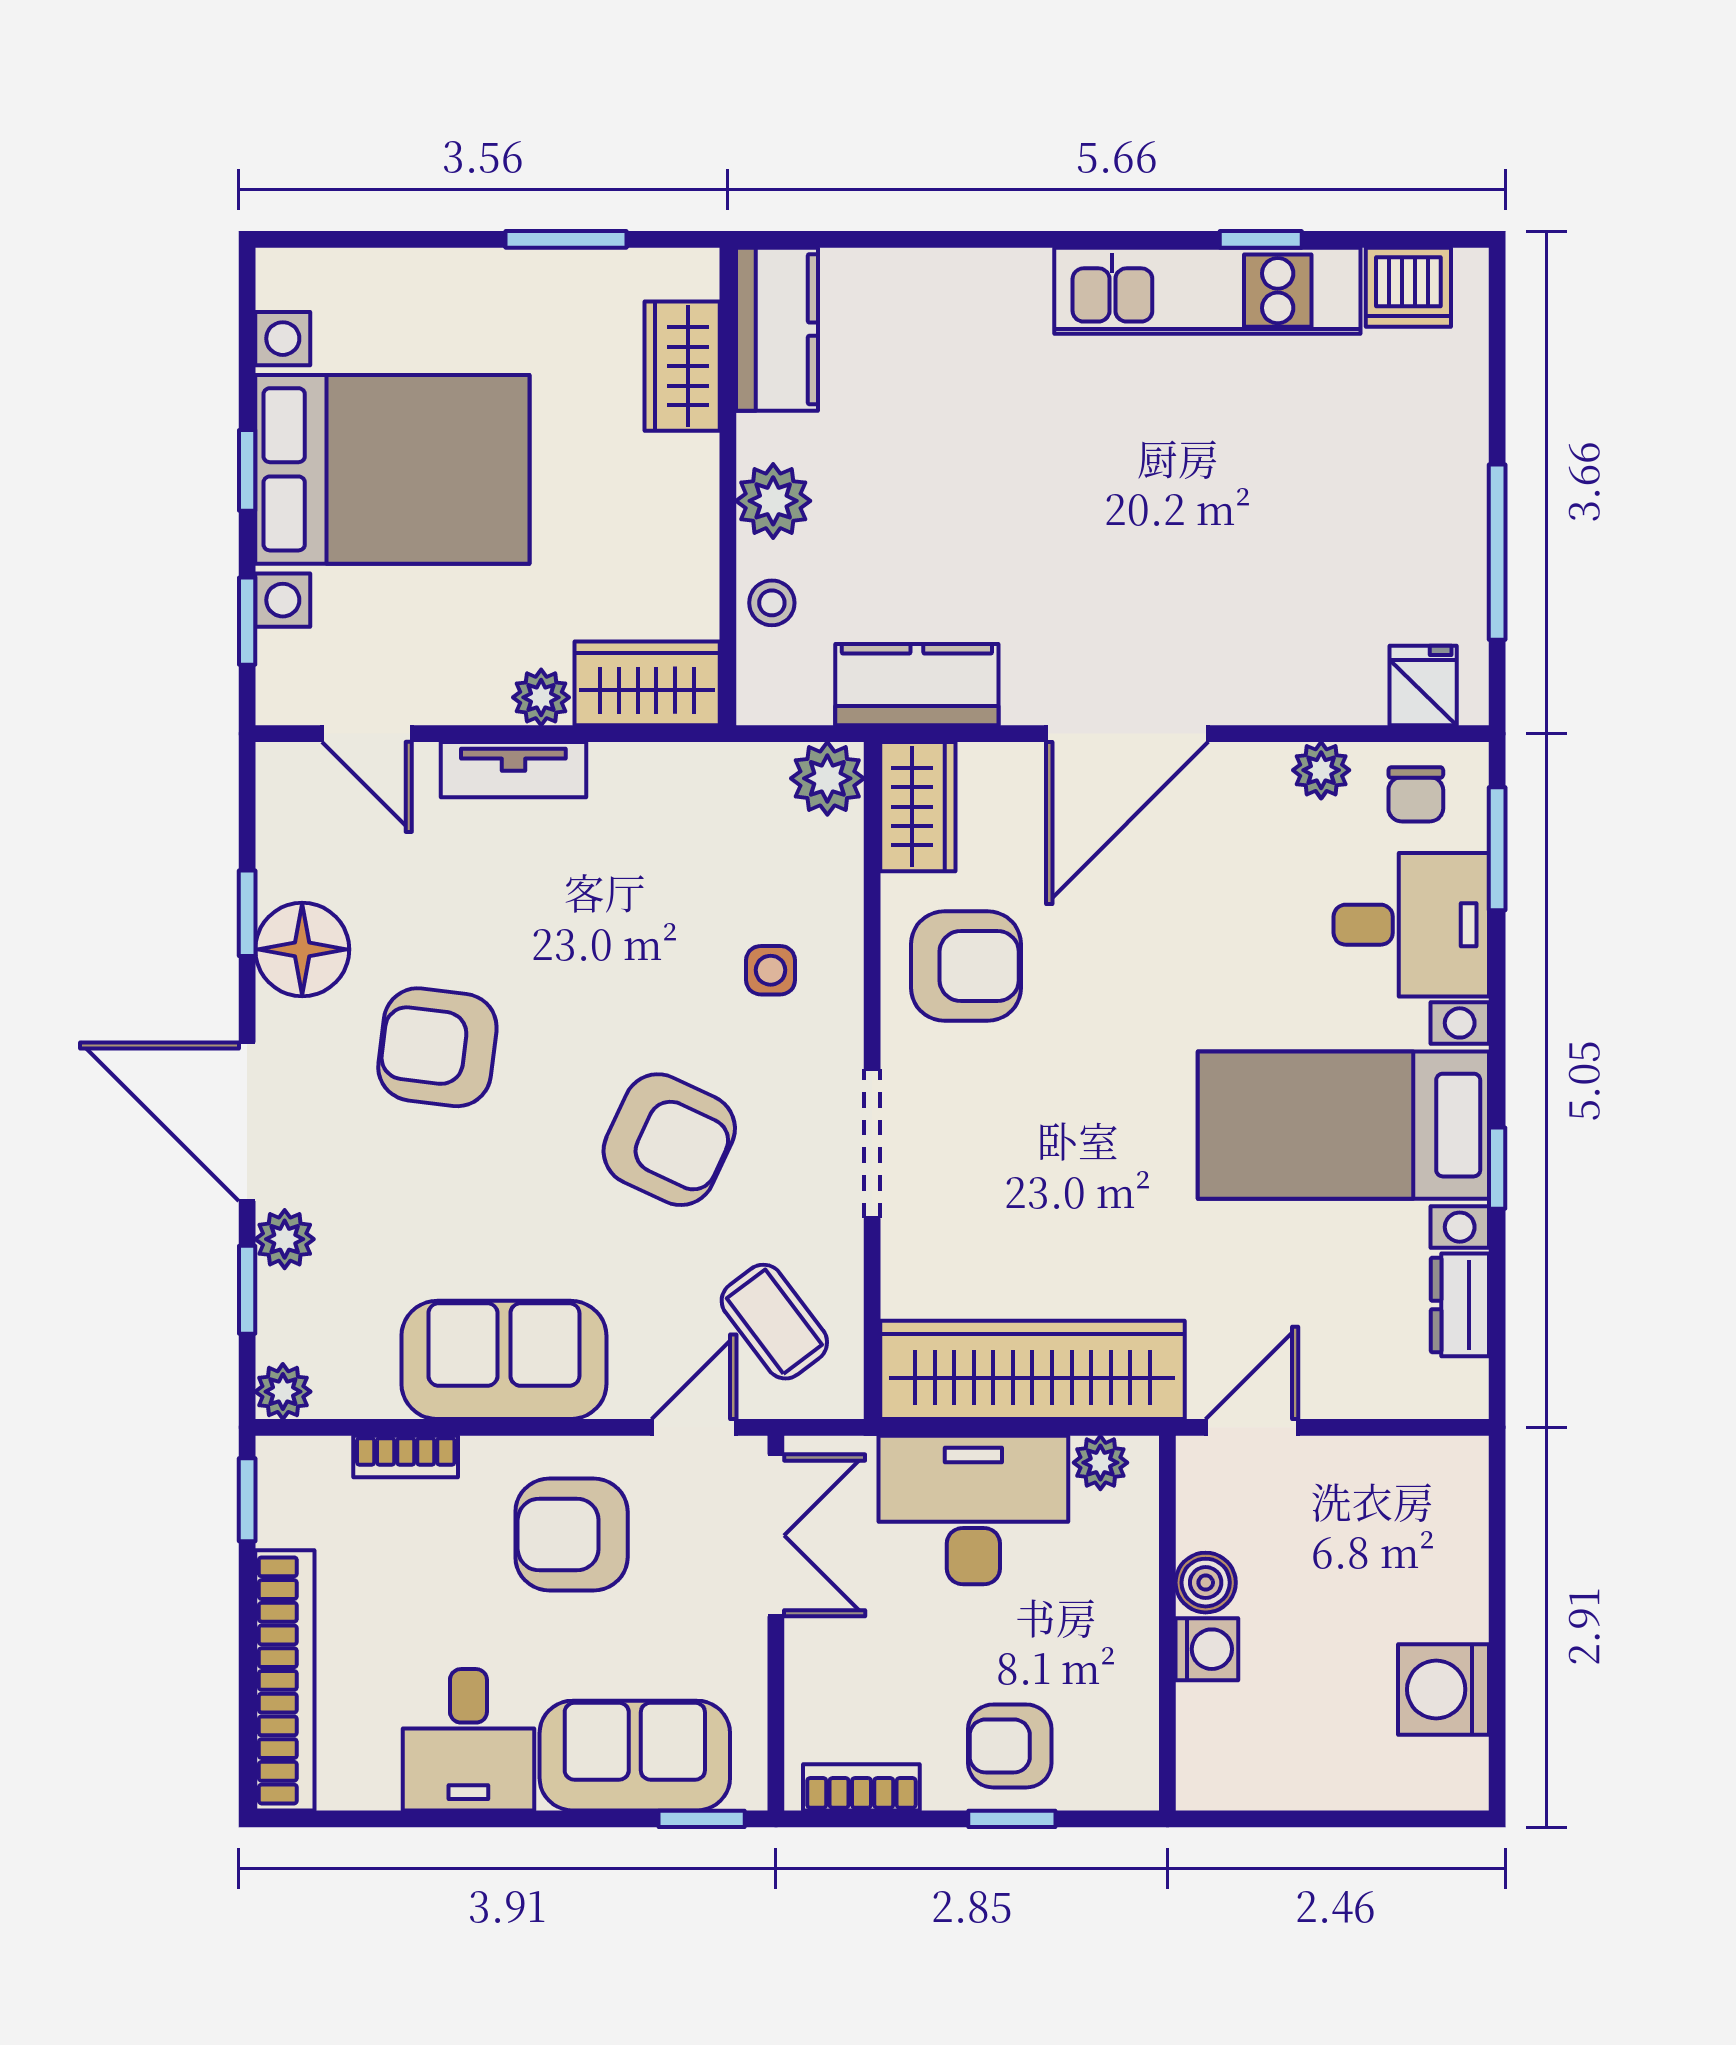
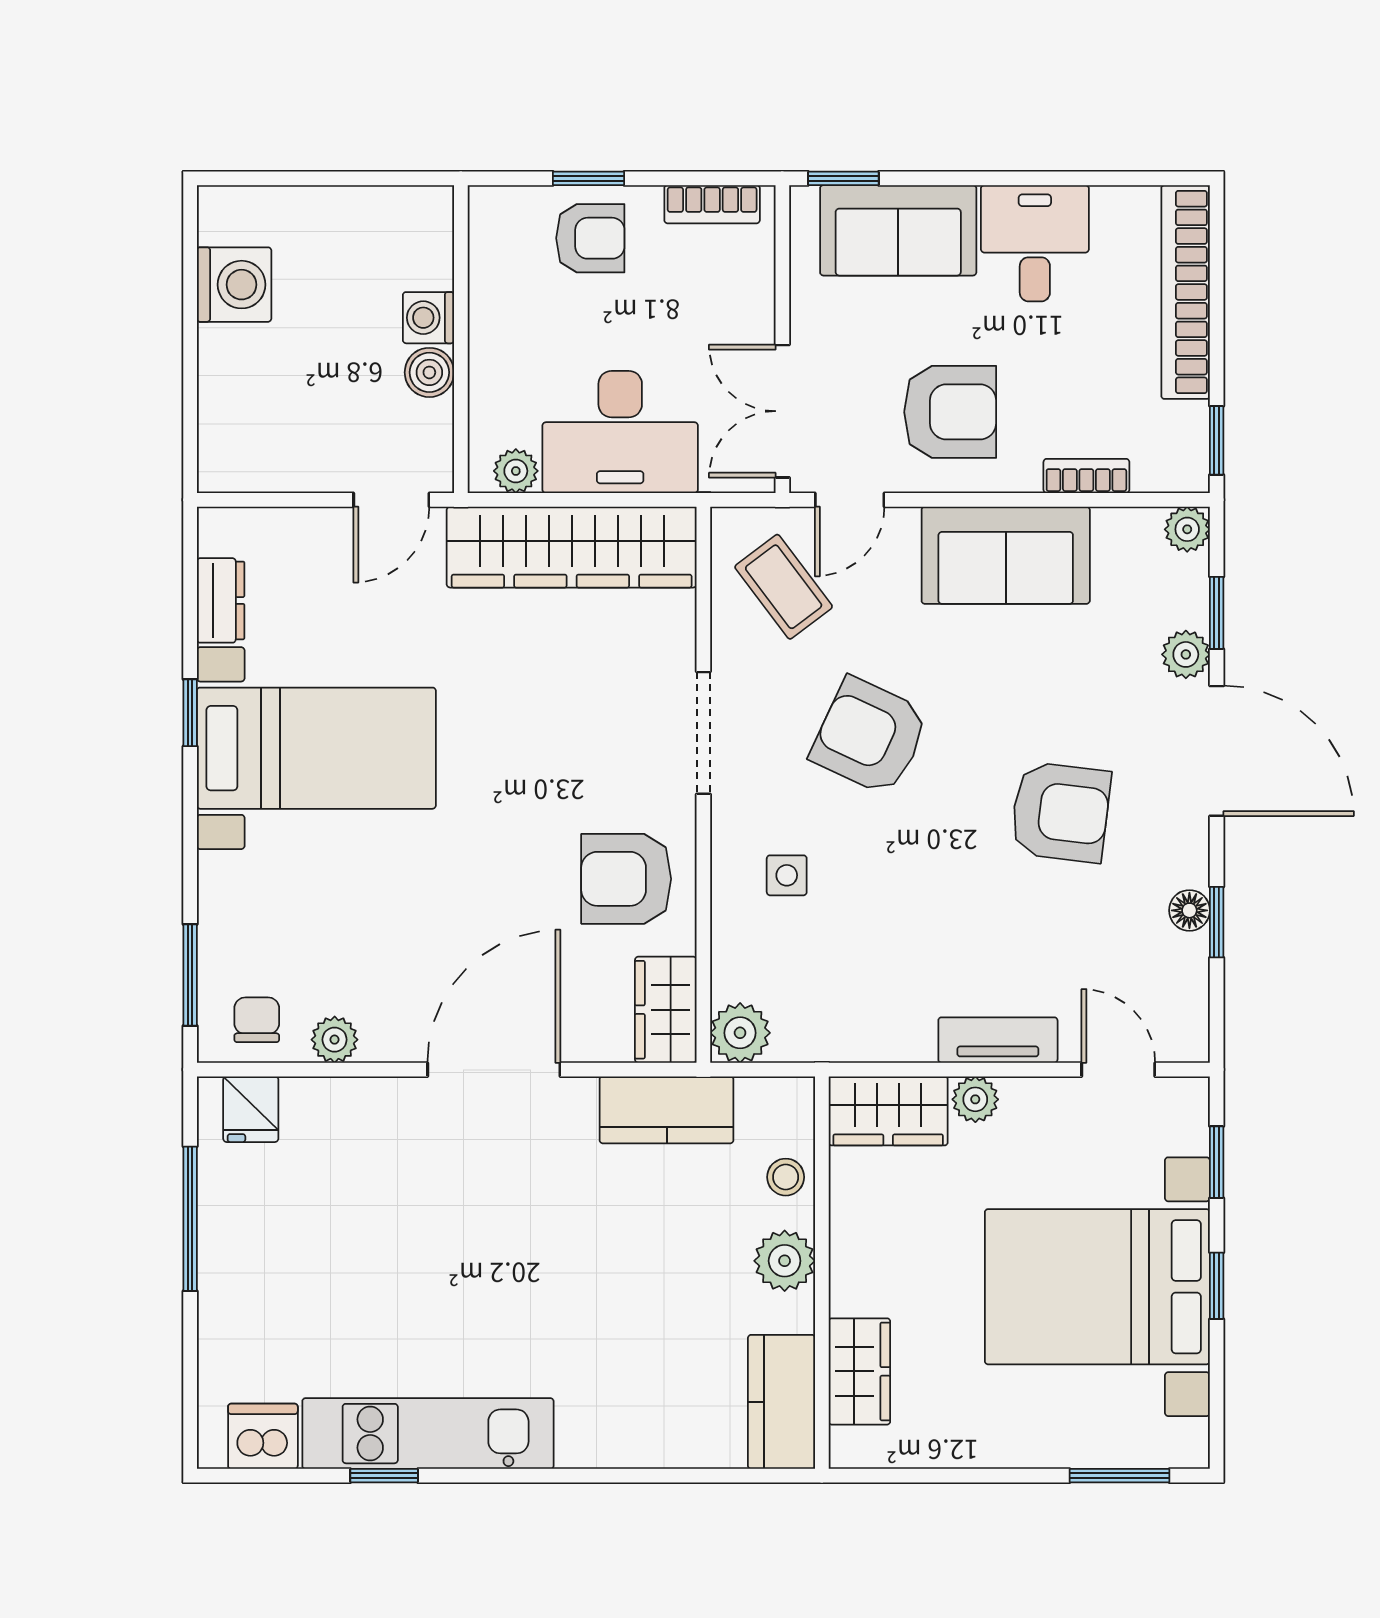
window: (566, 239) -> (1119, 1476), moved
desk: (1411, 925) -> (260, 913), removed
floor lamp: (302, 949) -> (1189, 910), width x0.53, depth x0.53

